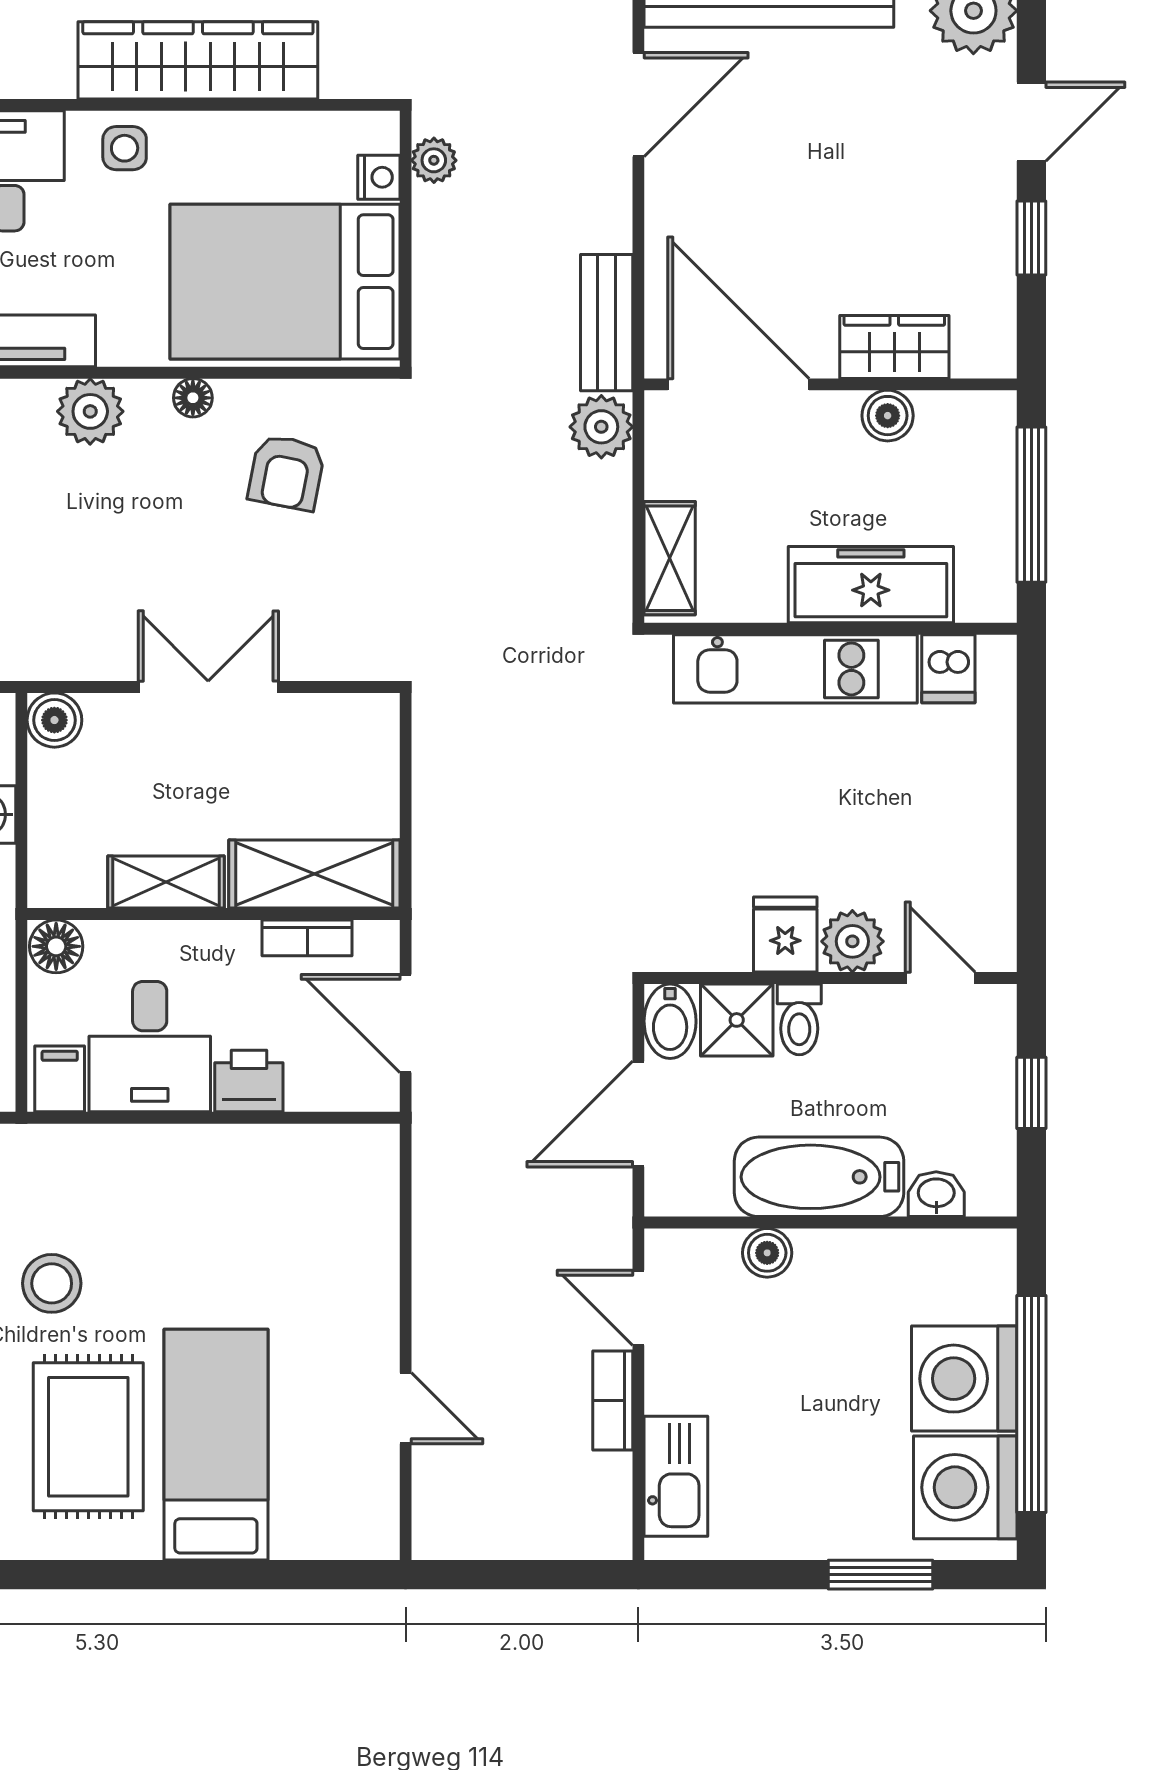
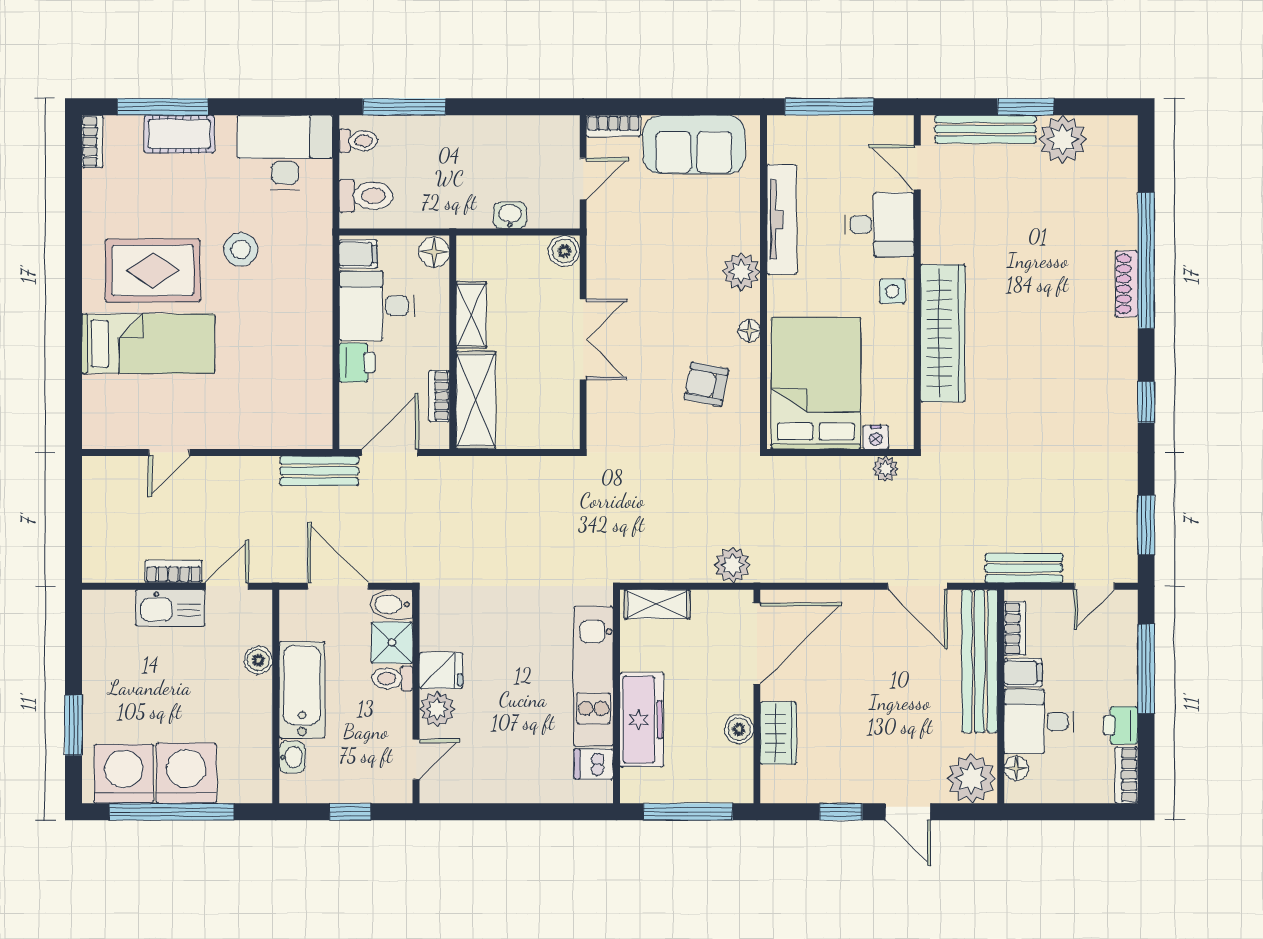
bench: (607, 323) -> (319, 471), moved
kitchen sink: (676, 1476) -> (170, 608), moved

